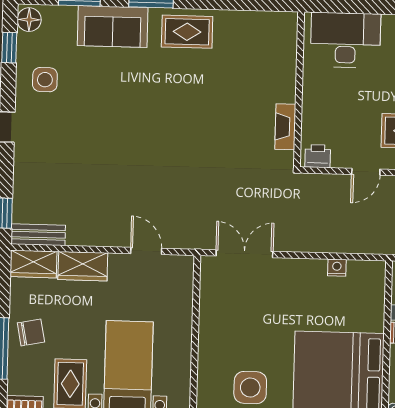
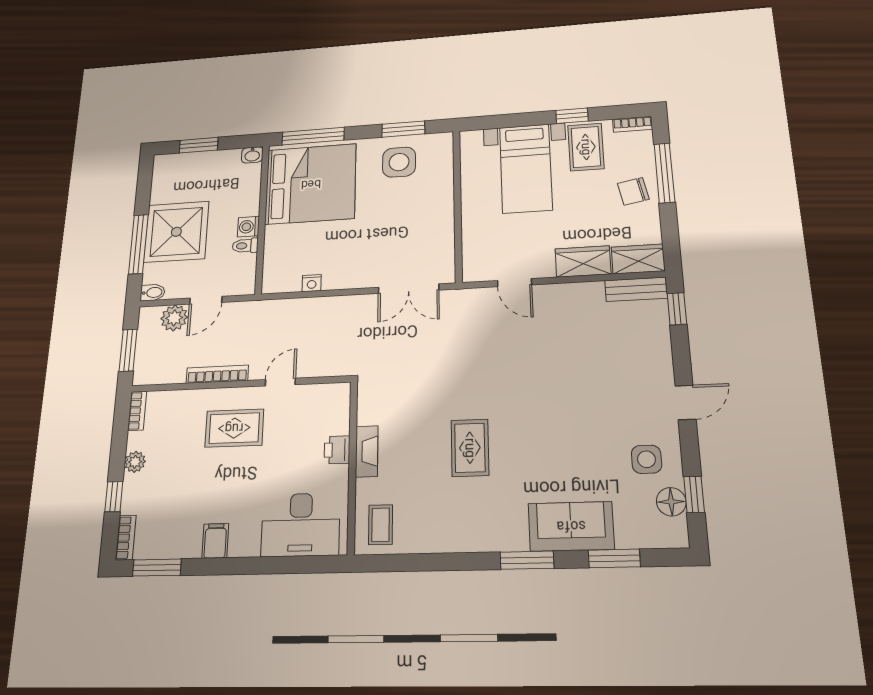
floor lamp: (29, 20) -> (671, 502), moved
rug: (187, 32) -> (470, 448), moved, turned 90
coffee table: (275, 36) -> (381, 525), added
fireplace: (285, 127) -> (367, 451), moved
printer: (318, 156) -> (337, 450), moved, turned 90

